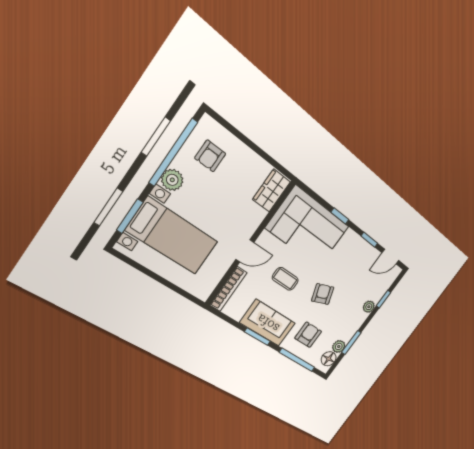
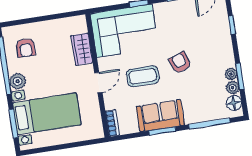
wardrobe: (271, 191) -> (82, 49), moved
coffee table: (285, 279) -> (143, 76), width x1.36, depth x1.30
bookcase: (228, 289) -> (112, 123), width x0.64
plant: (369, 307) -> (231, 74), moved
armchair: (308, 335) -> (199, 99), removed

